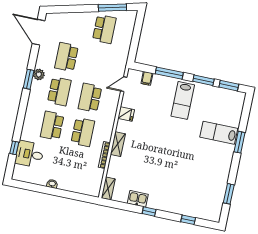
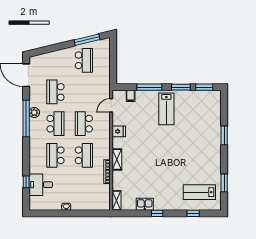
window: (29, 79) -> (26, 119), width x2.11
lab bench: (219, 133) -> (199, 192), moved

